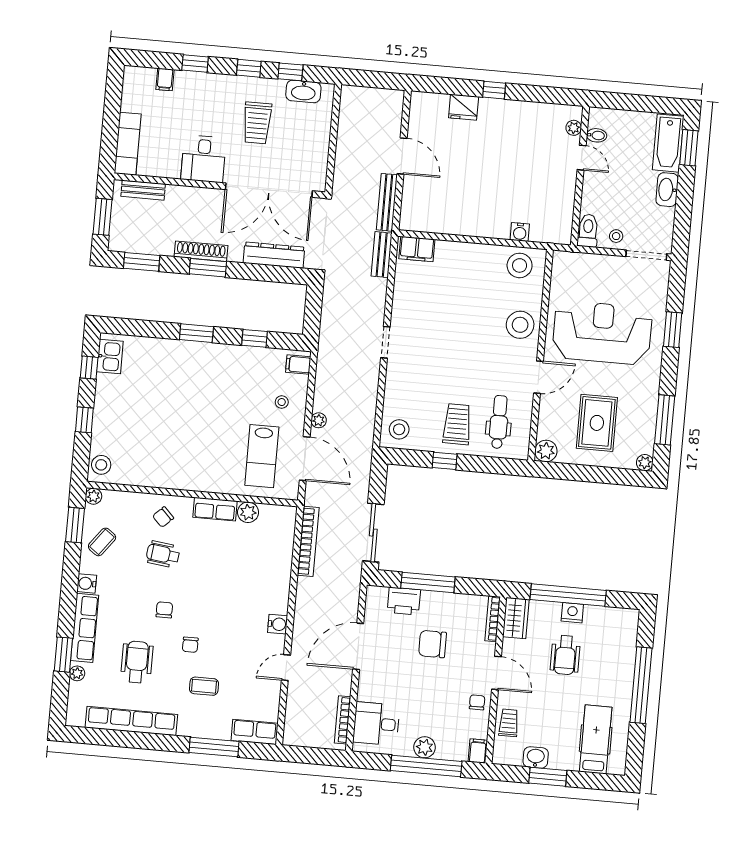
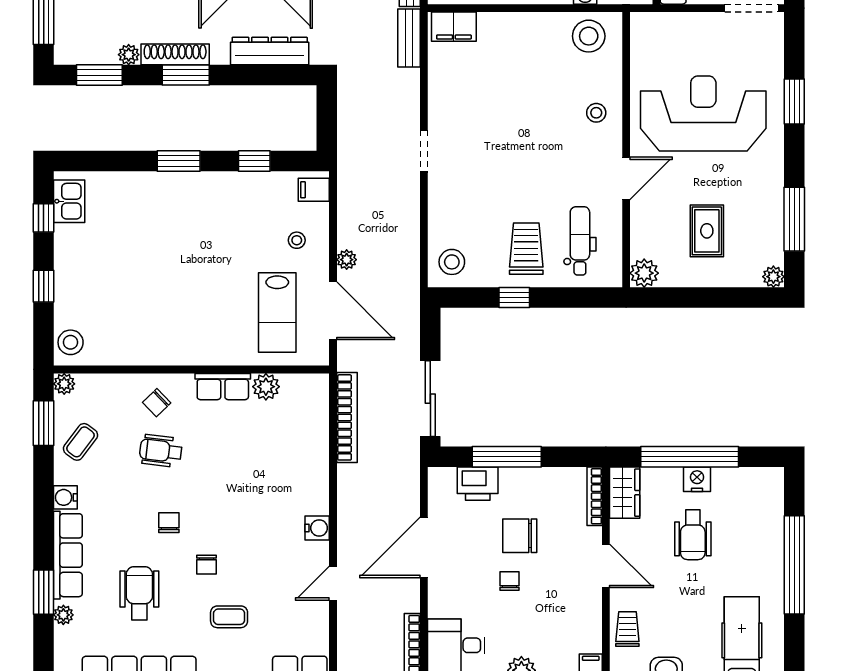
plant: (165, 248) -> (129, 55), added
stool: (520, 325) -> (596, 113), width x0.53, depth x0.53
rug: (597, 423) -> (707, 231), width x0.73, depth x0.70
chair: (477, 702) -> (510, 581), moved

